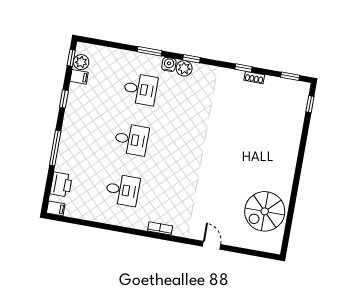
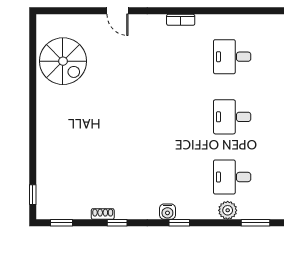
window: (150, 51) -> (255, 223), moved
water cooler: (169, 64) -> (167, 212), moved
plant: (184, 68) -> (228, 210), moved
spiral stairs: (265, 211) -> (63, 61), turned 90

